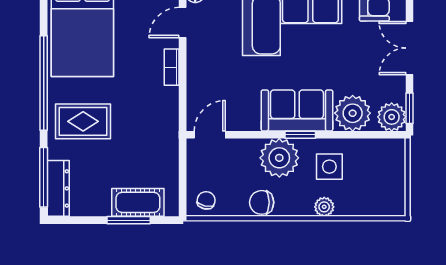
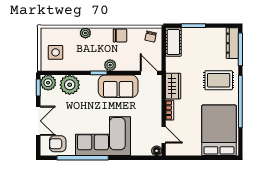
door: (183, 23) -> (164, 135), hinge flipped
sofa: (297, 110) -> (118, 86), moved
wardrobe: (165, 111) -> (173, 86), added
door: (210, 135) -> (149, 73), swing flipped
plant: (279, 158) -> (110, 65), width x0.53, depth x0.53
side table: (329, 167) -> (56, 52), moved
cot: (138, 202) -> (173, 42), moved, turned 90

